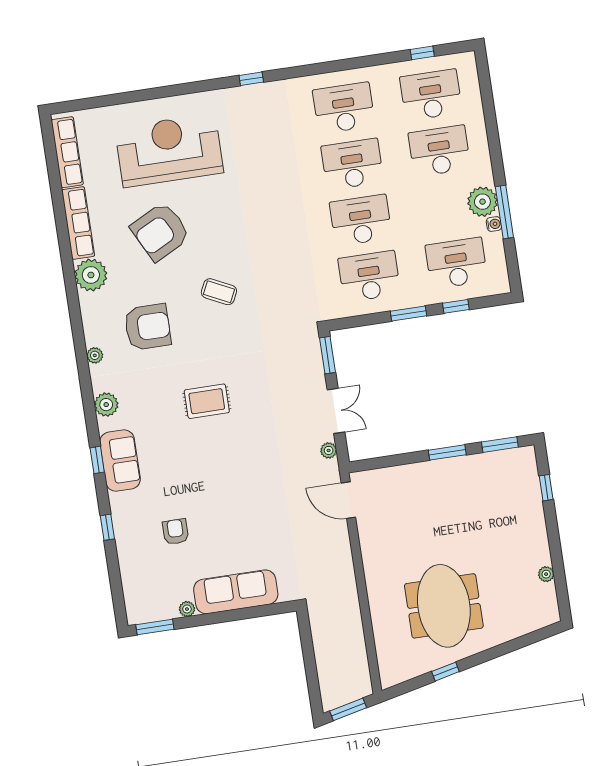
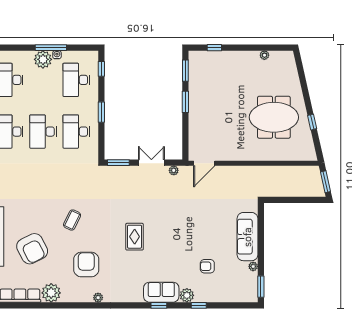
window: (456, 306) -> (101, 69), moved
plant: (106, 405) -> (187, 295), moved

